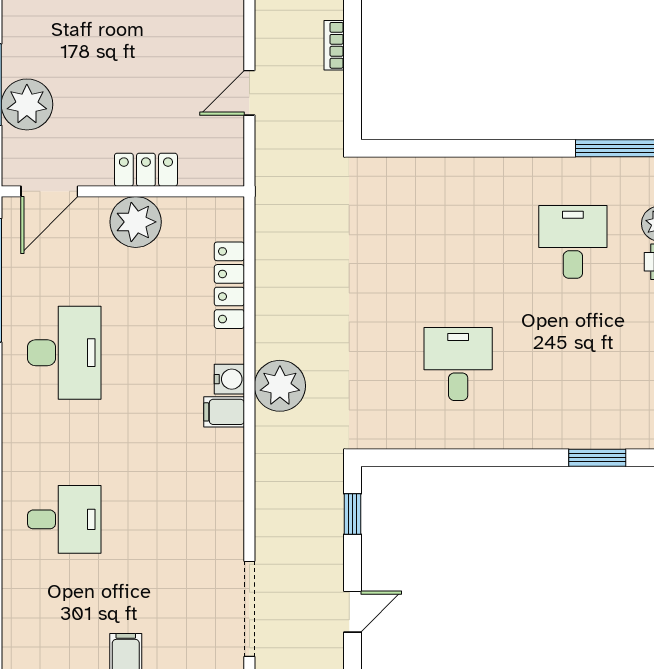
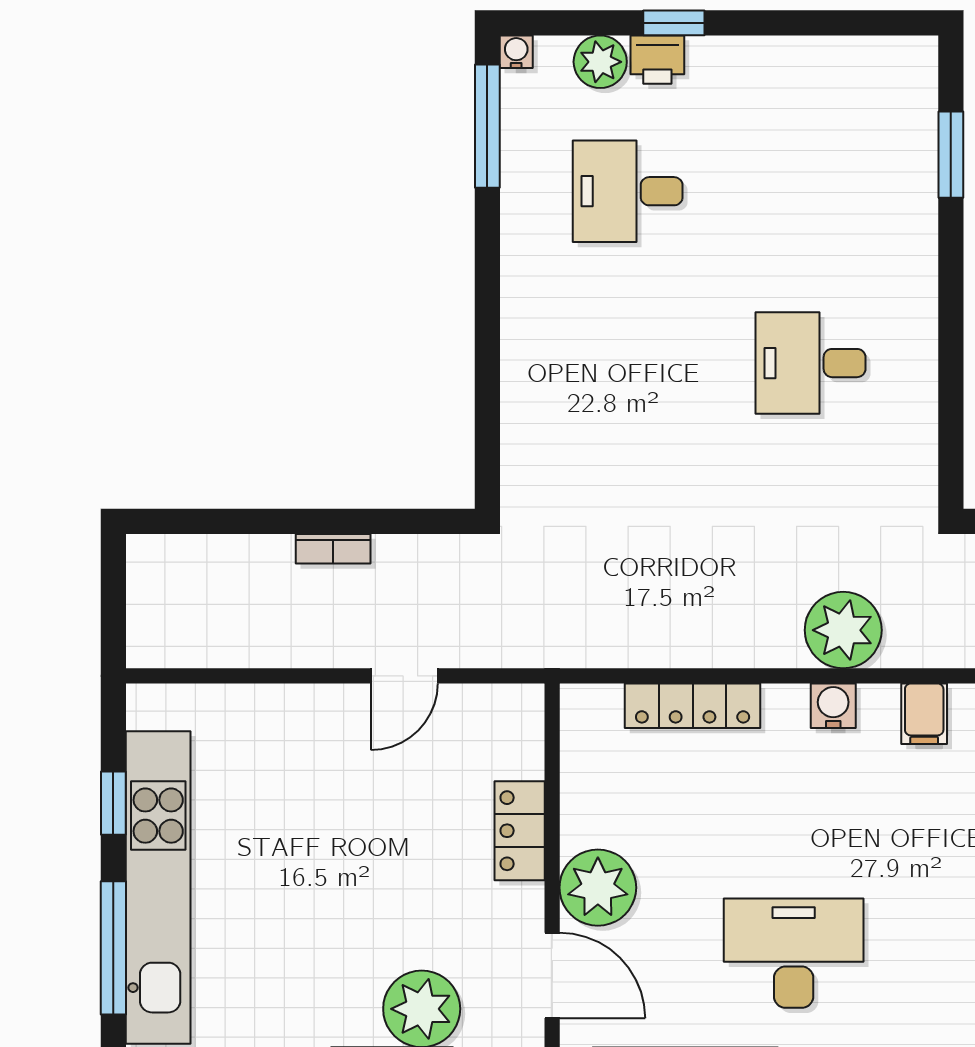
door: (249, 93) -> (404, 676), hinge flipped
plant: (136, 222) -> (598, 888), moved
filing cabinet: (224, 412) -> (924, 714), moved

